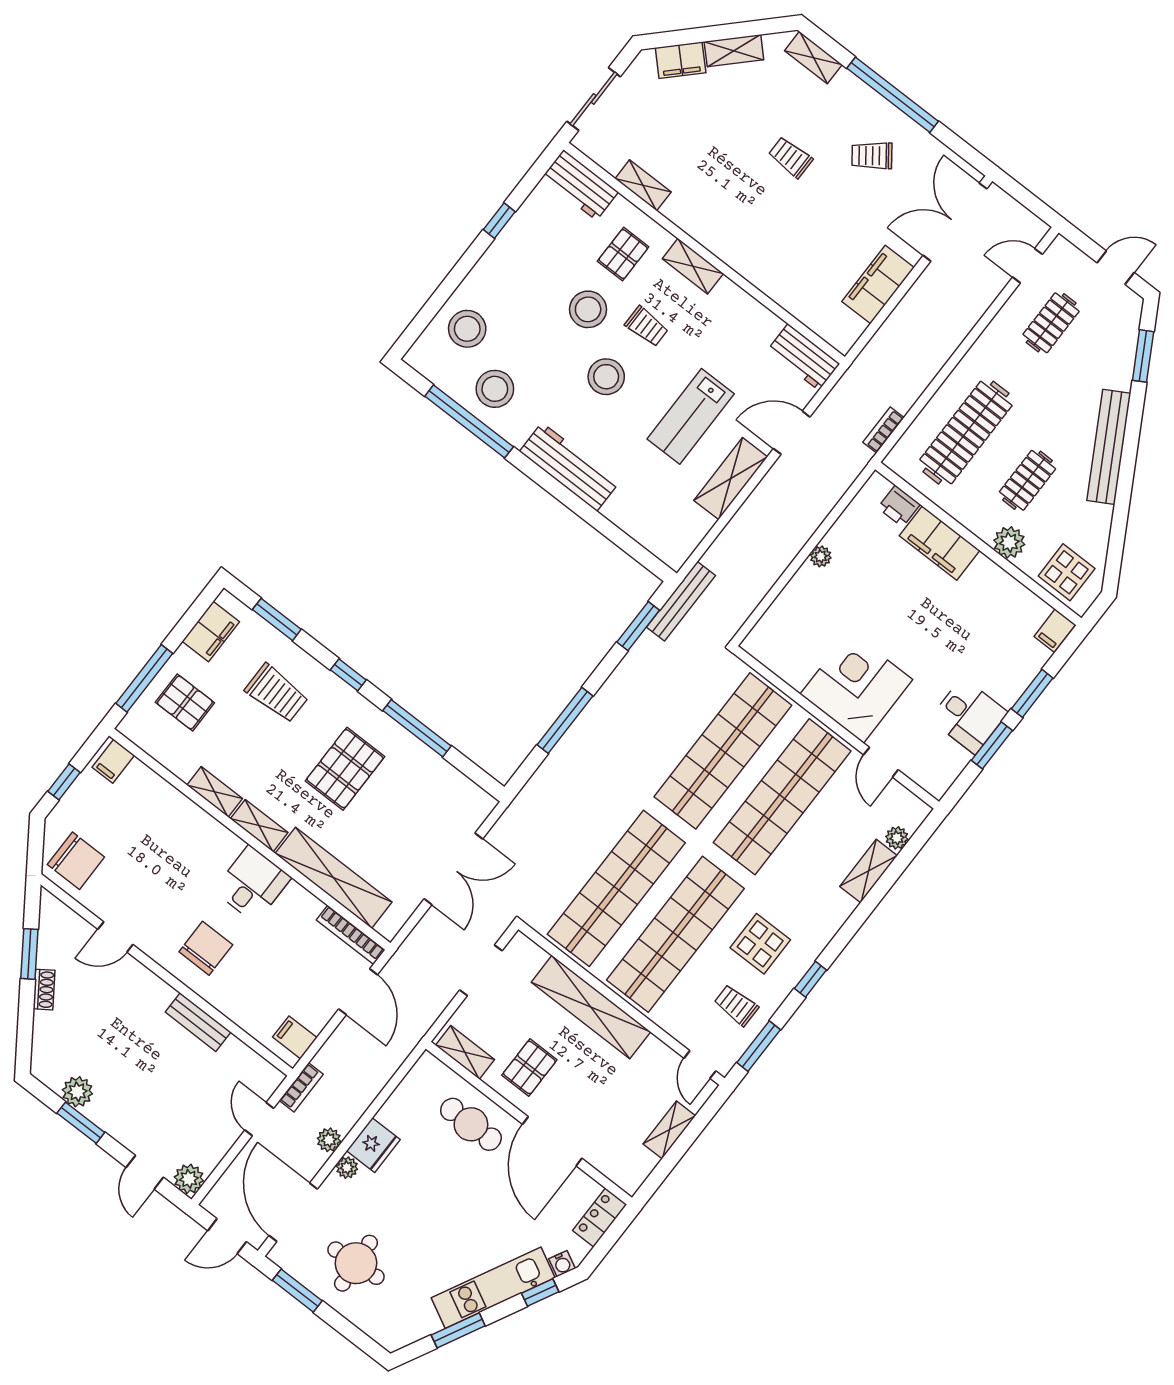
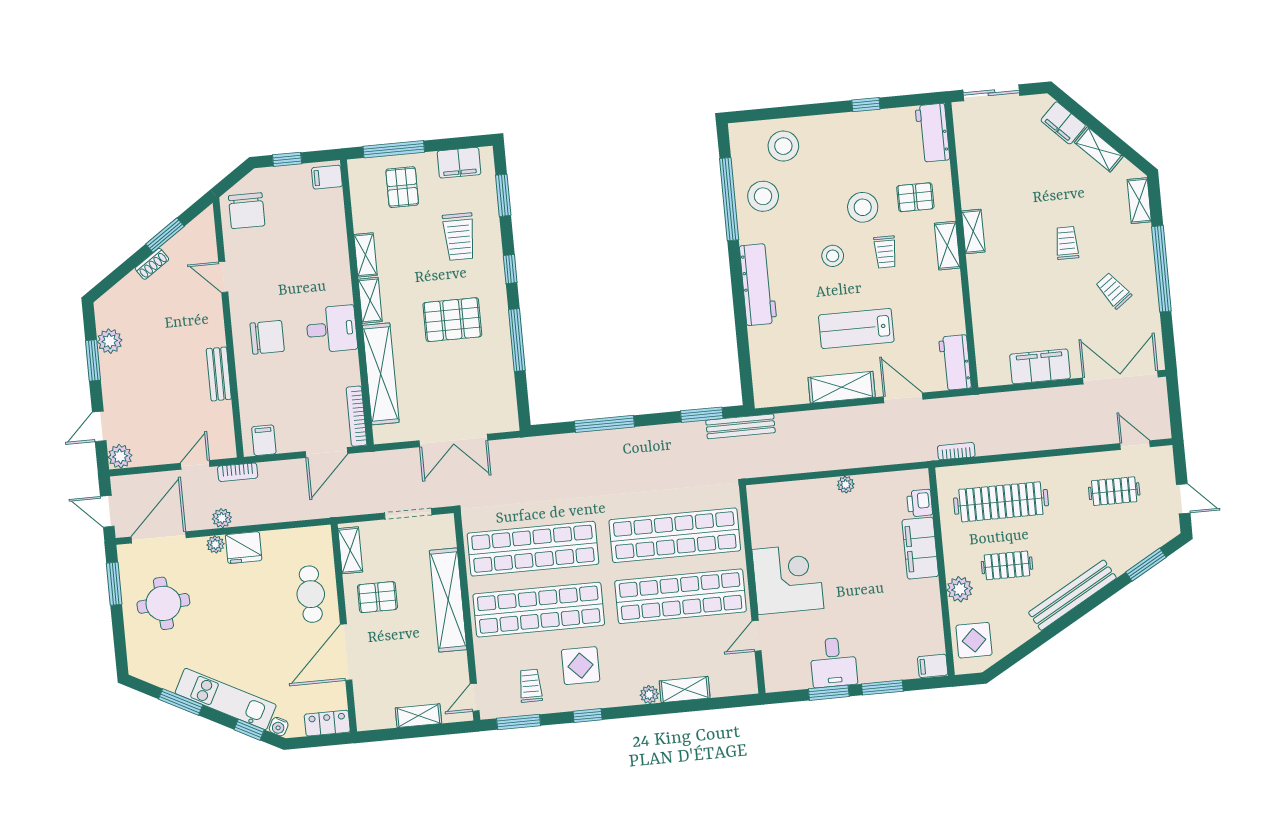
shelving: (643, 185) -> (973, 231), moved
stool: (606, 377) -> (833, 256), width x0.73, depth x0.73
plant: (897, 838) -> (649, 695), moved

